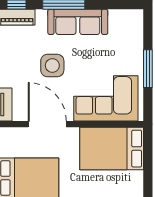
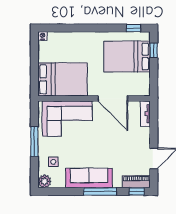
plant: (135, 18) -> (45, 181), added
side table: (52, 65) -> (53, 162), moved, width x0.54, depth x0.54

